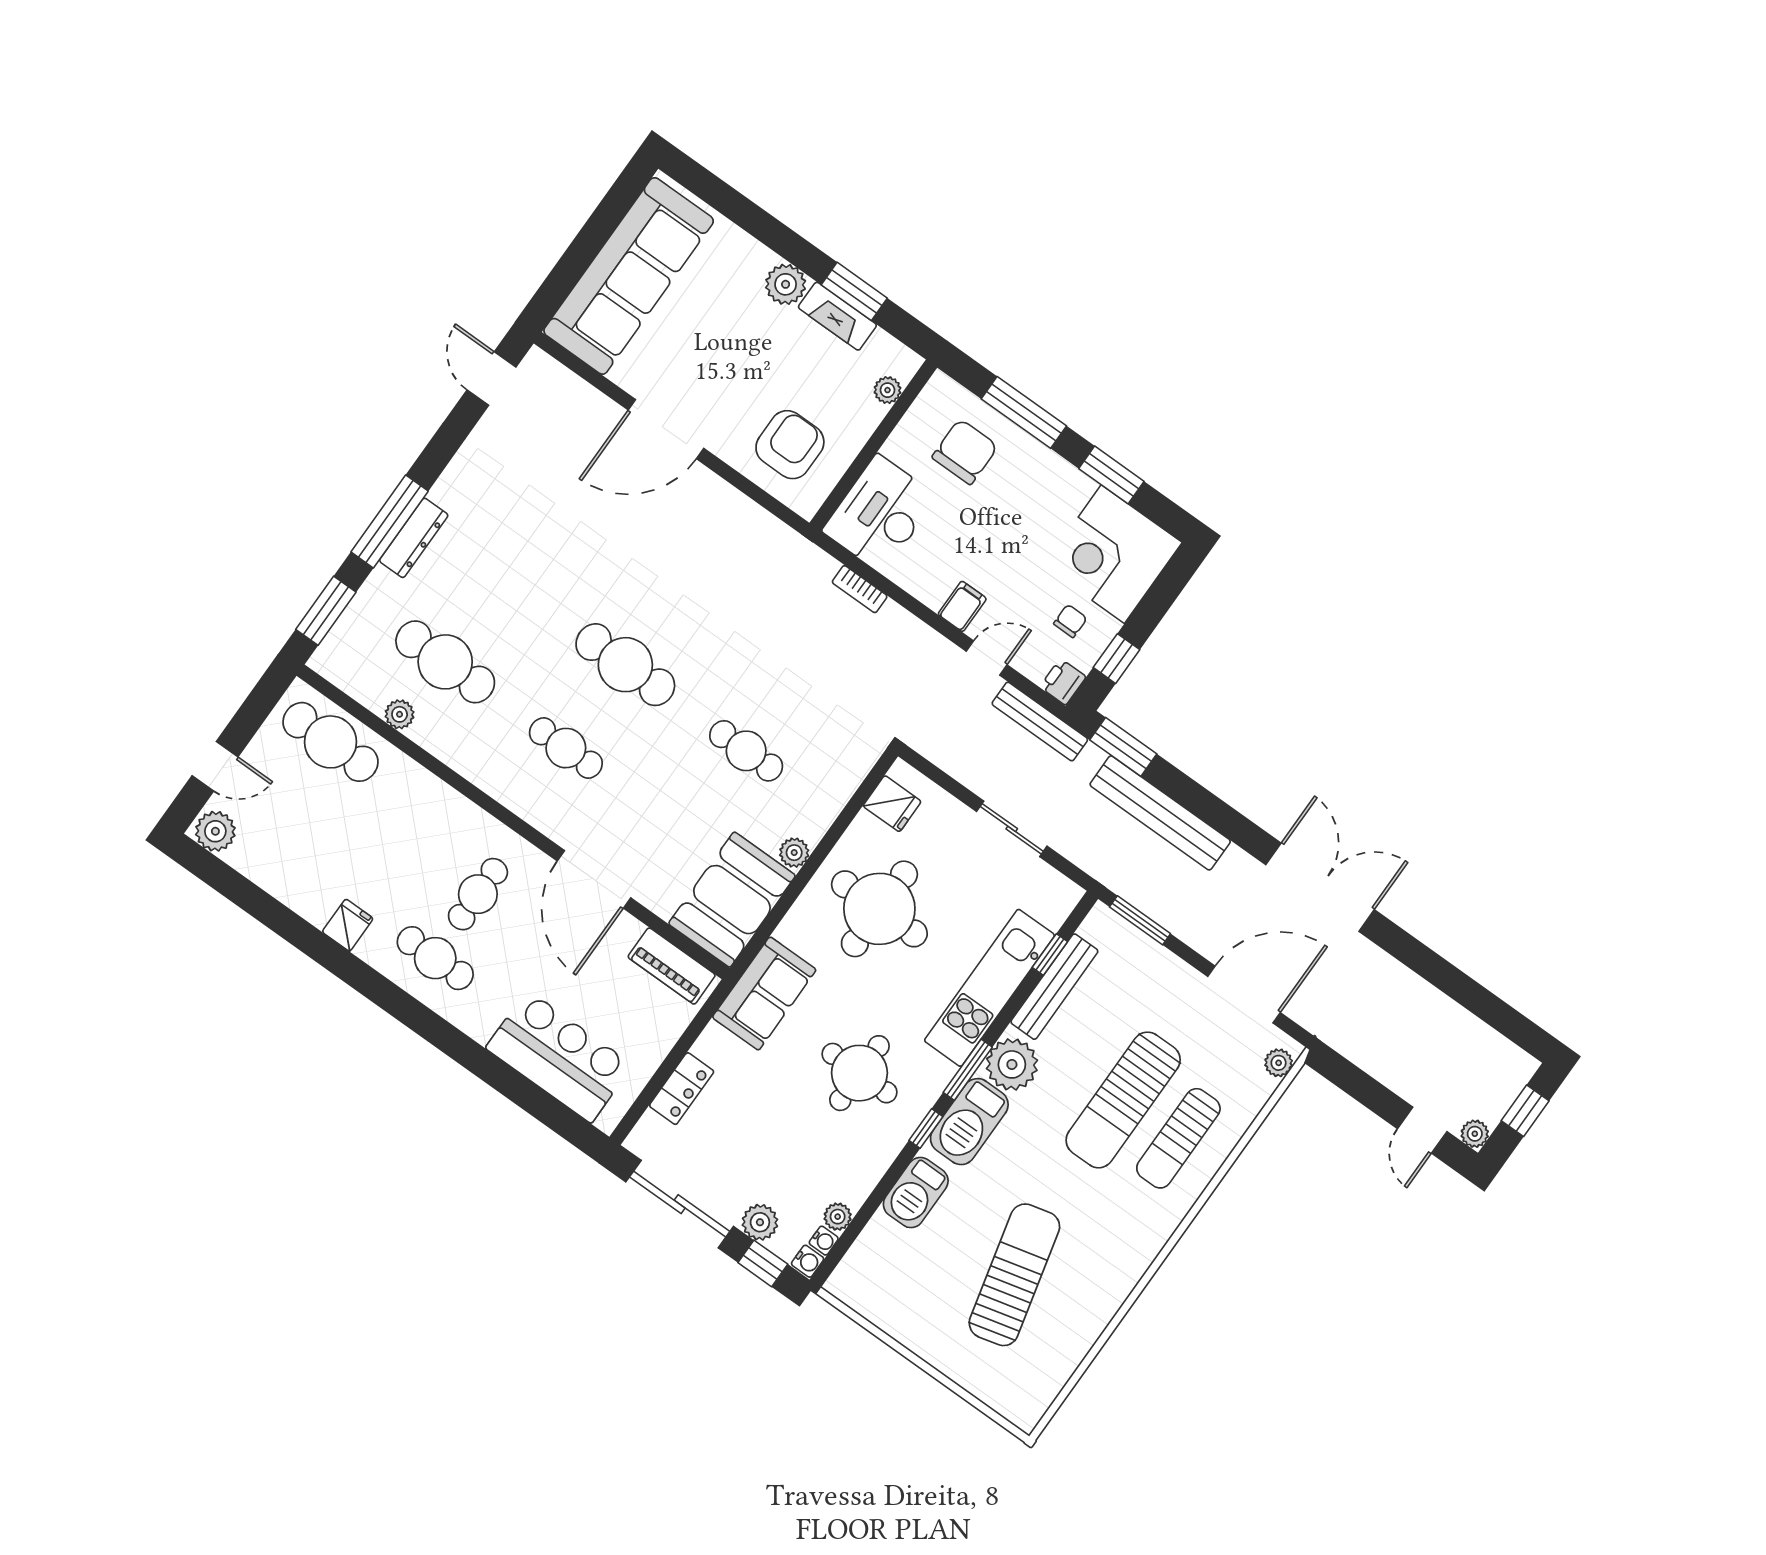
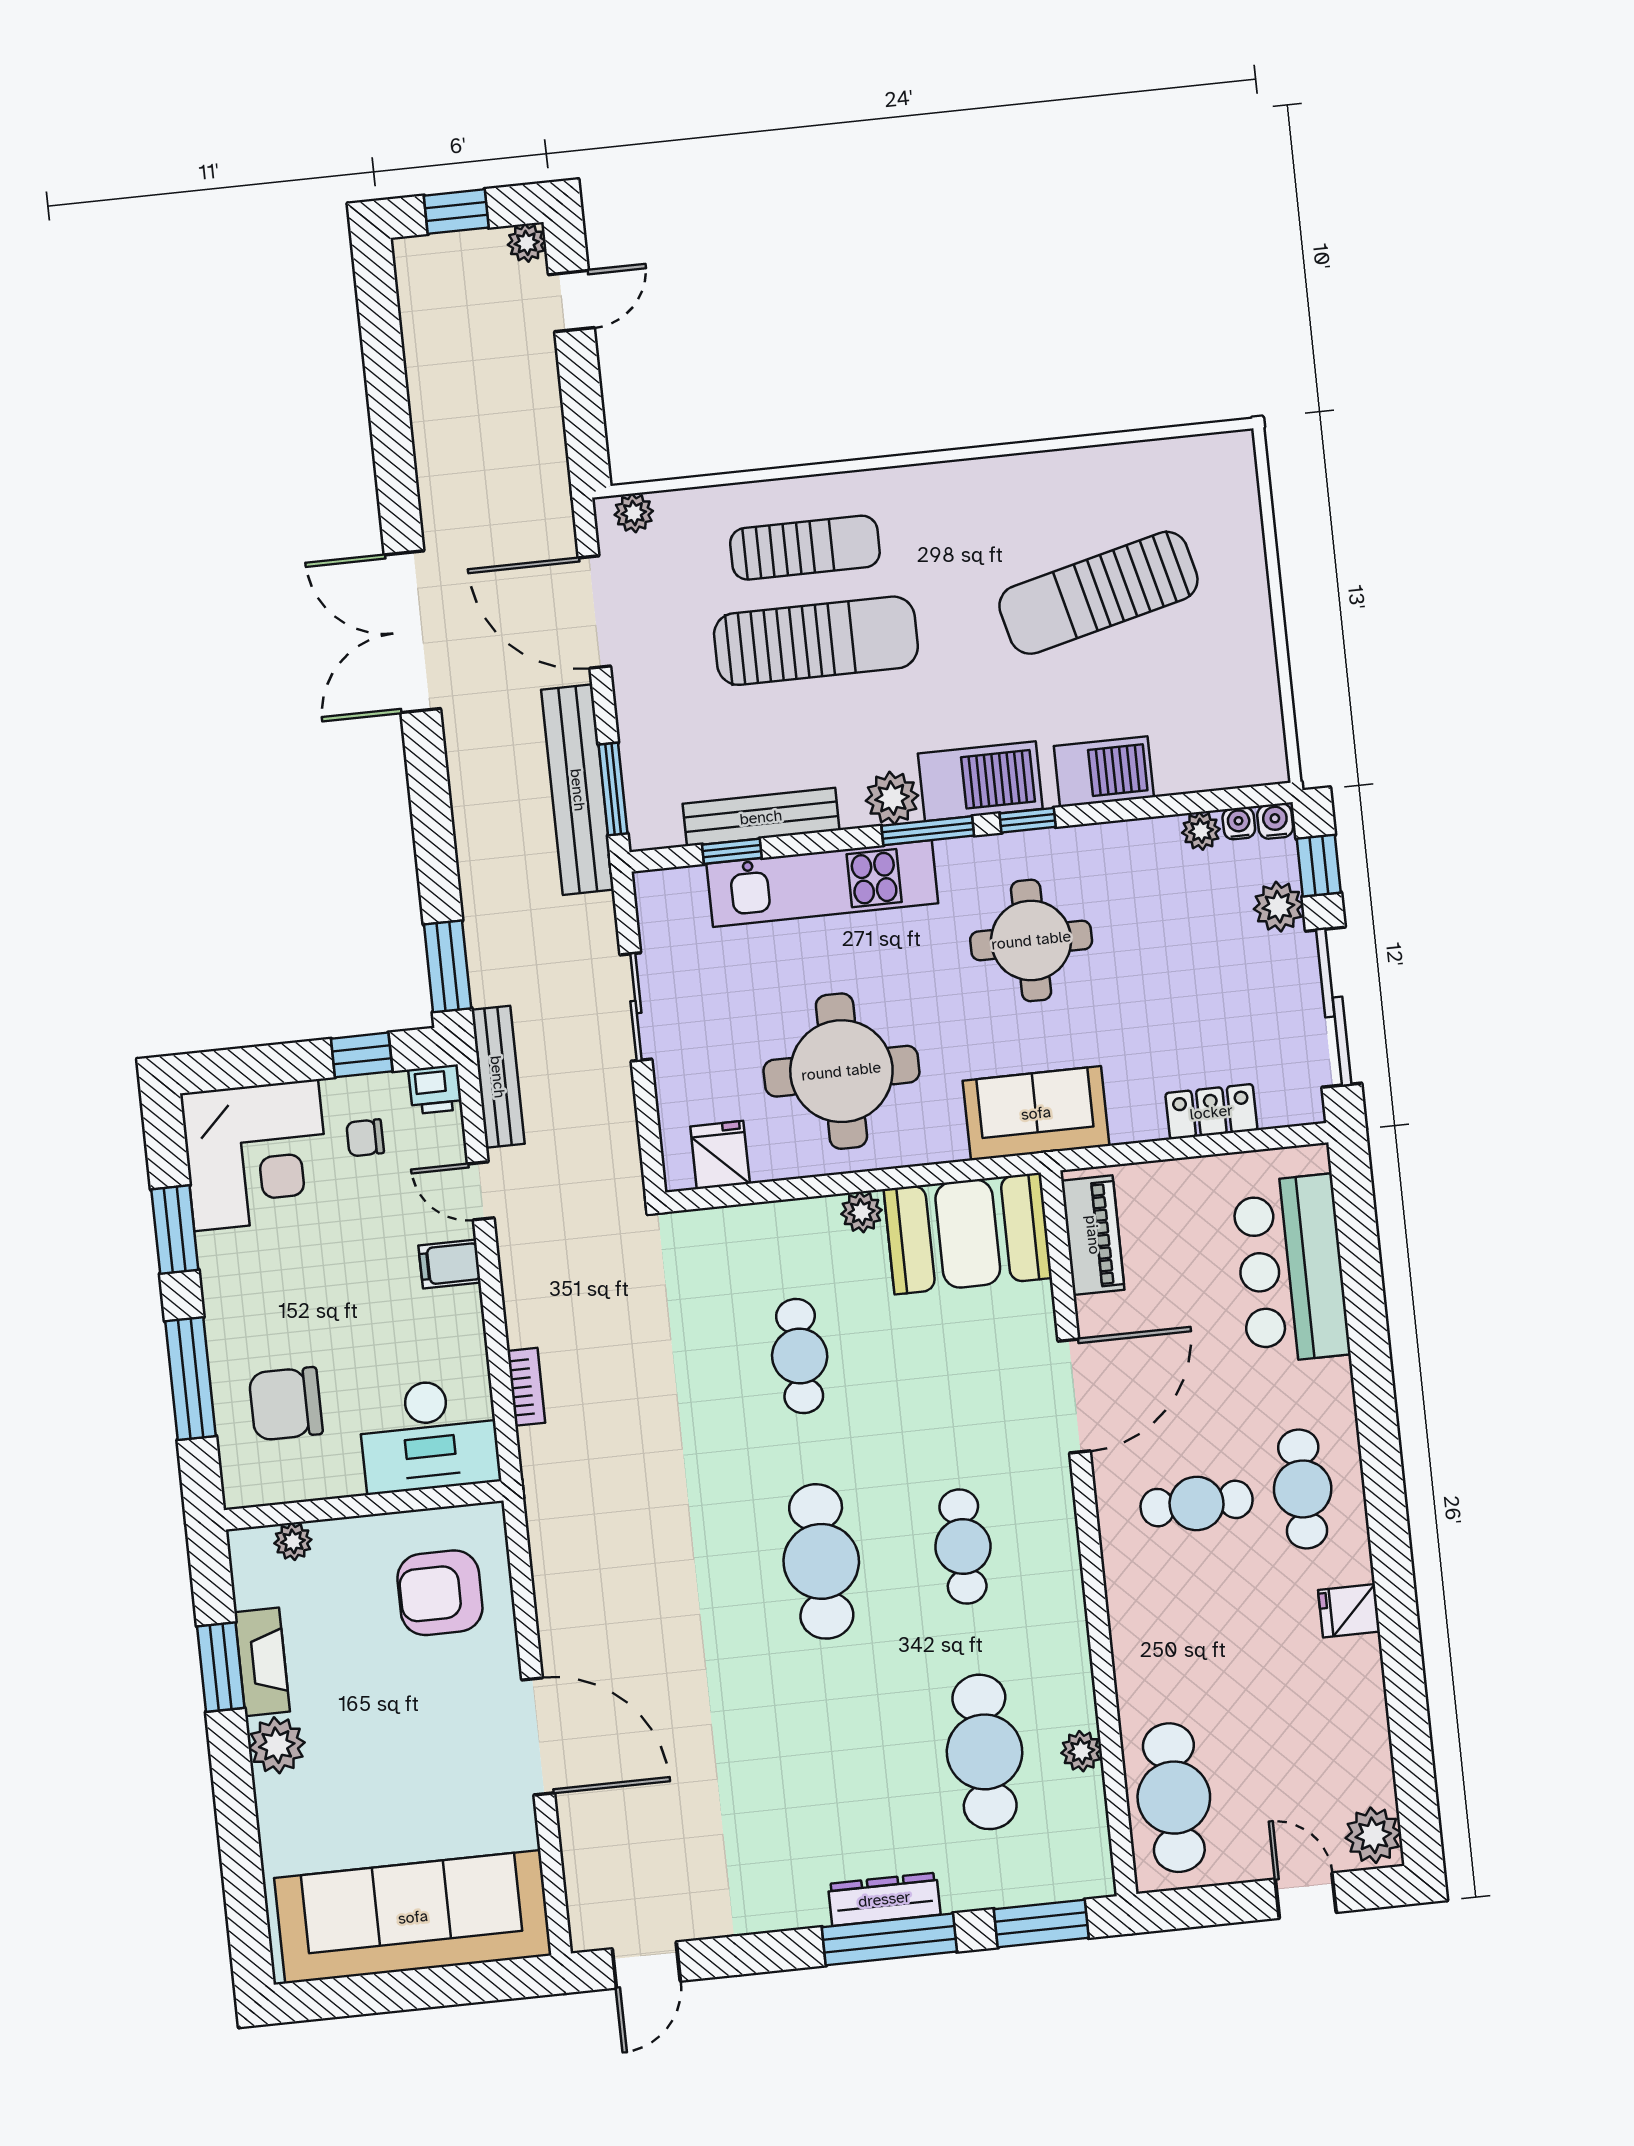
bench: (1160, 813) -> (578, 790), moved
plant: (1012, 1064) -> (892, 798), width x0.73, depth x0.73

